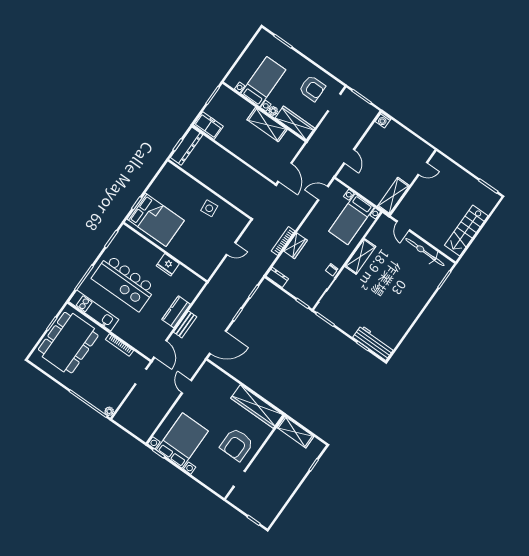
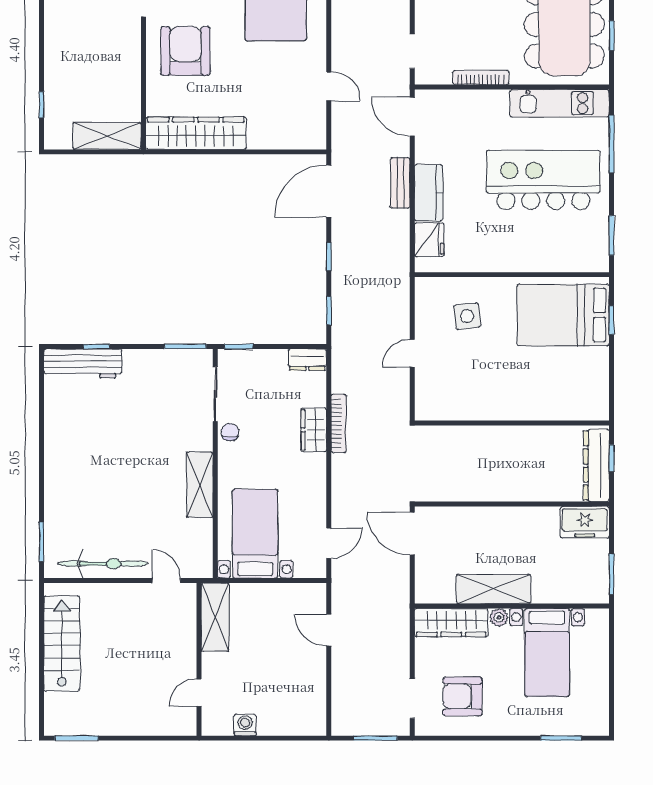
washing machine: (383, 120) -> (245, 725), moved
side table: (209, 208) -> (467, 316), moved
fridge: (168, 265) -> (429, 240), moved, turned 90

